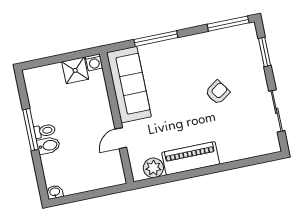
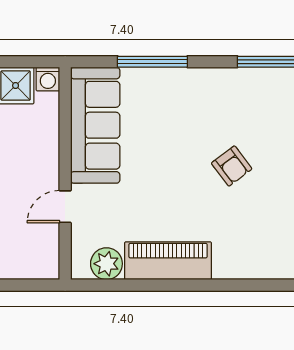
armchair: (218, 92) -> (232, 166), turned 87

